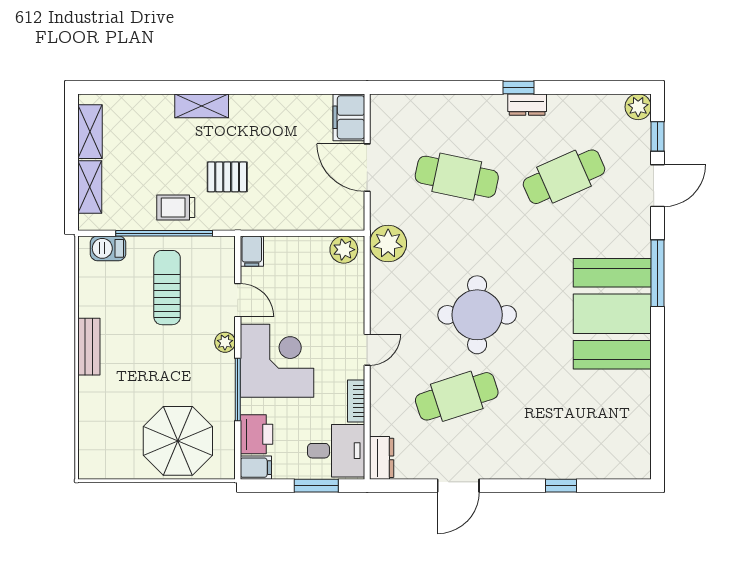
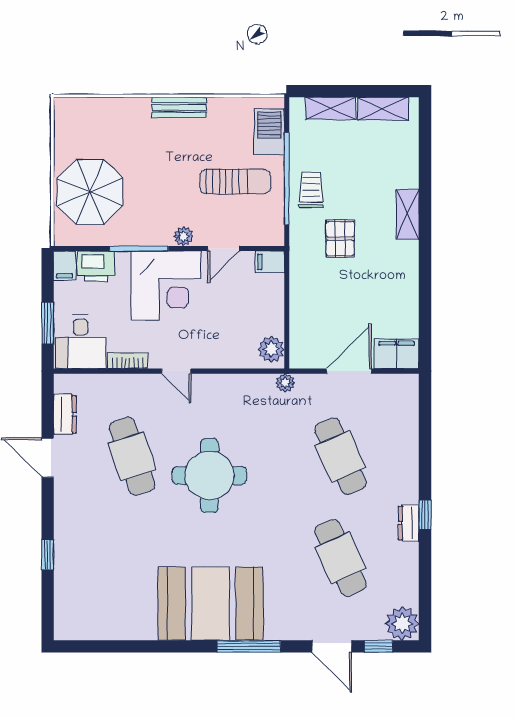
plant: (638, 107) -> (402, 624), width x1.36, depth x1.36
cafe table: (457, 177) -> (340, 456), turned -36
plant: (388, 243) -> (285, 383), width x0.53, depth x0.53
barbecue: (108, 248) -> (269, 132), width x1.38, depth x1.27
dresser: (382, 458) -> (65, 414), moved, turned -90

